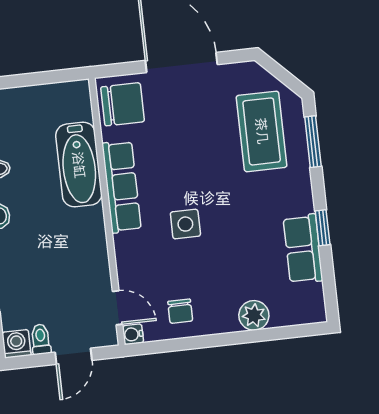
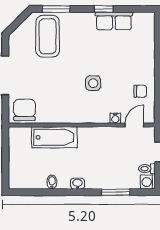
coffee table: (262, 131) -> (48, 36), turned 90
row of seats: (122, 187) -> (69, 115), removed
plant: (254, 315) -> (147, 52), removed
water cooler: (133, 334) -> (115, 118), moved

